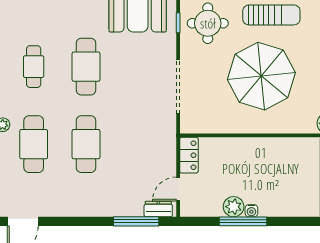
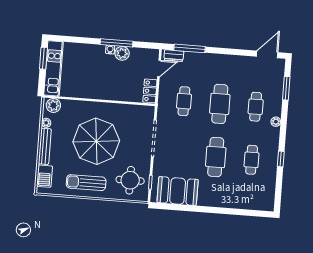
cafe table: (34, 144) -> (256, 107), width x0.73, depth x0.74
cafe table: (138, 144) -> (184, 101), added

